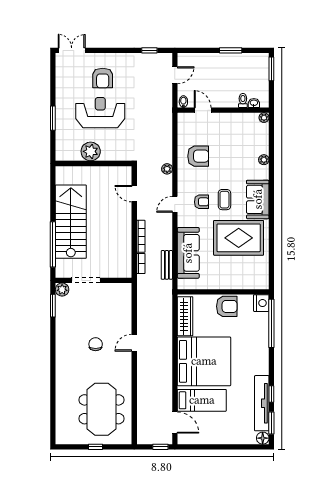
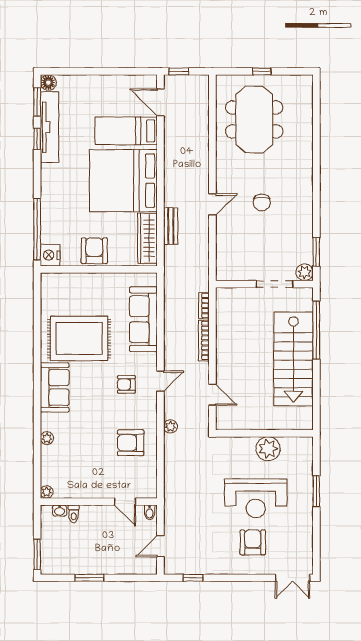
coffee table: (224, 200) -> (97, 387), removed
bench: (167, 265) -> (171, 226), moved
armchair: (227, 306) -> (94, 251), turned 90

